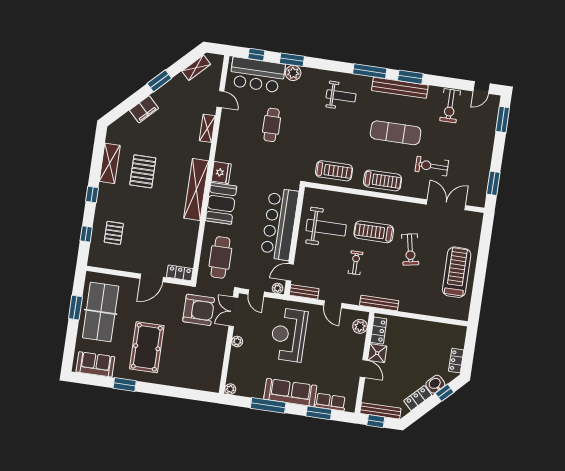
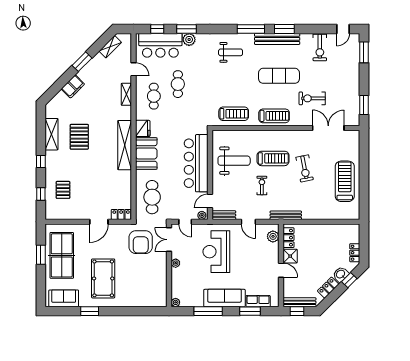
cafe table: (240, 135) -> (154, 96), added
treadmill: (374, 232) -> (273, 158), turned 180
armchair: (199, 310) -> (141, 242), turned 90

